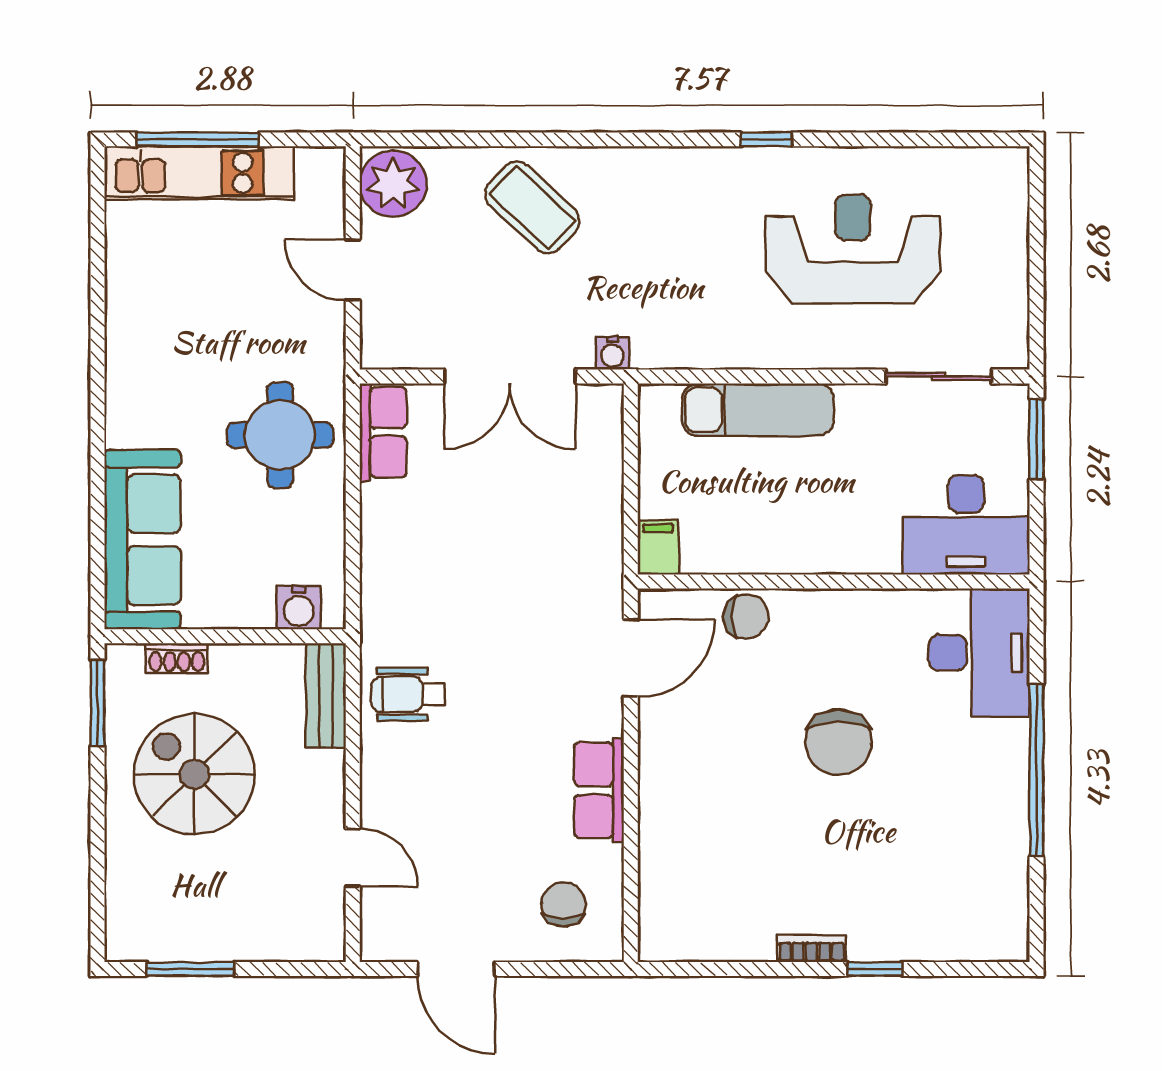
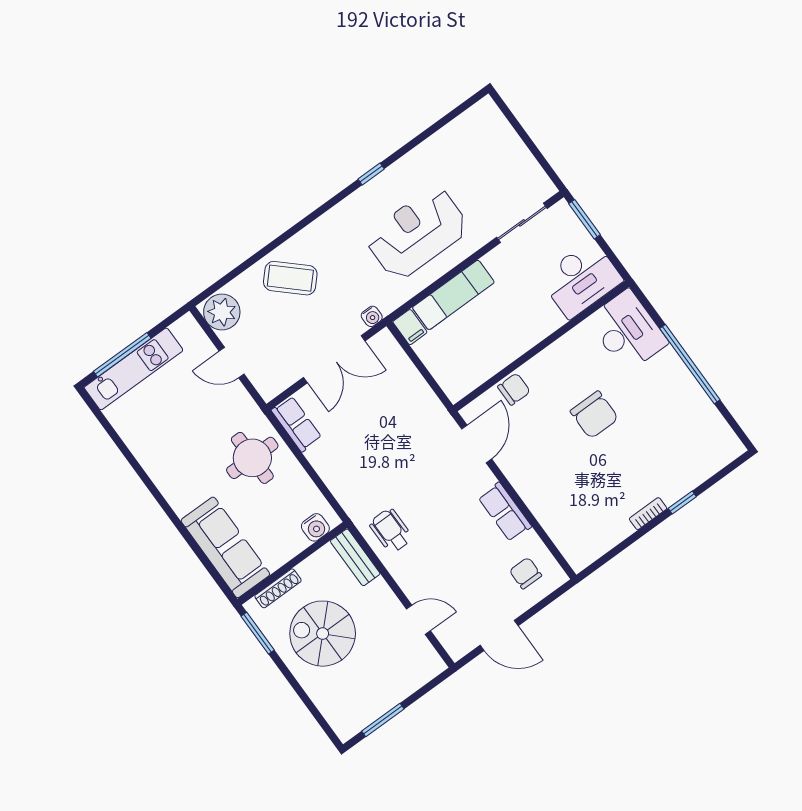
reception desk: (853, 249) -> (417, 233), moved
filing cabinet: (658, 547) -> (410, 327), moved, turned 180
shoe rack: (177, 658) -> (278, 588), width x1.43
wheelchair: (408, 694) -> (391, 531), turned 90

